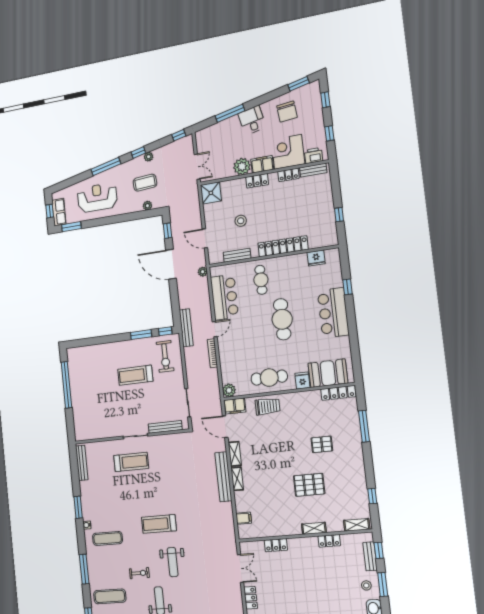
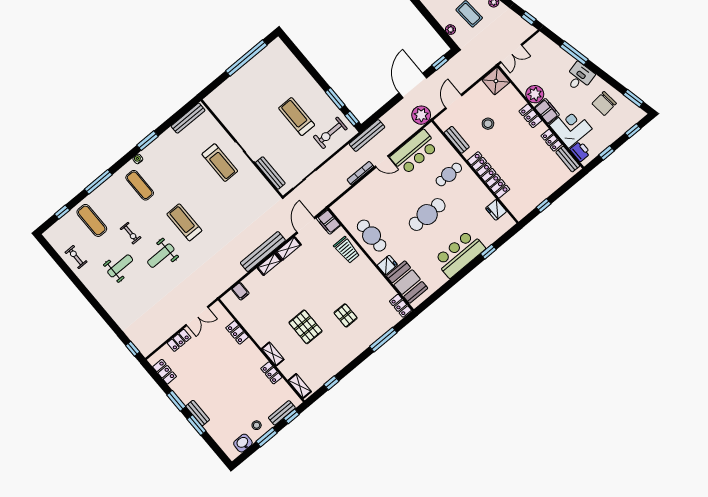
plant: (203, 272) -> (421, 115), width x1.88, depth x1.88
plant: (229, 390) -> (338, 208), removed
locker: (338, 393) -> (400, 306), width x0.66

